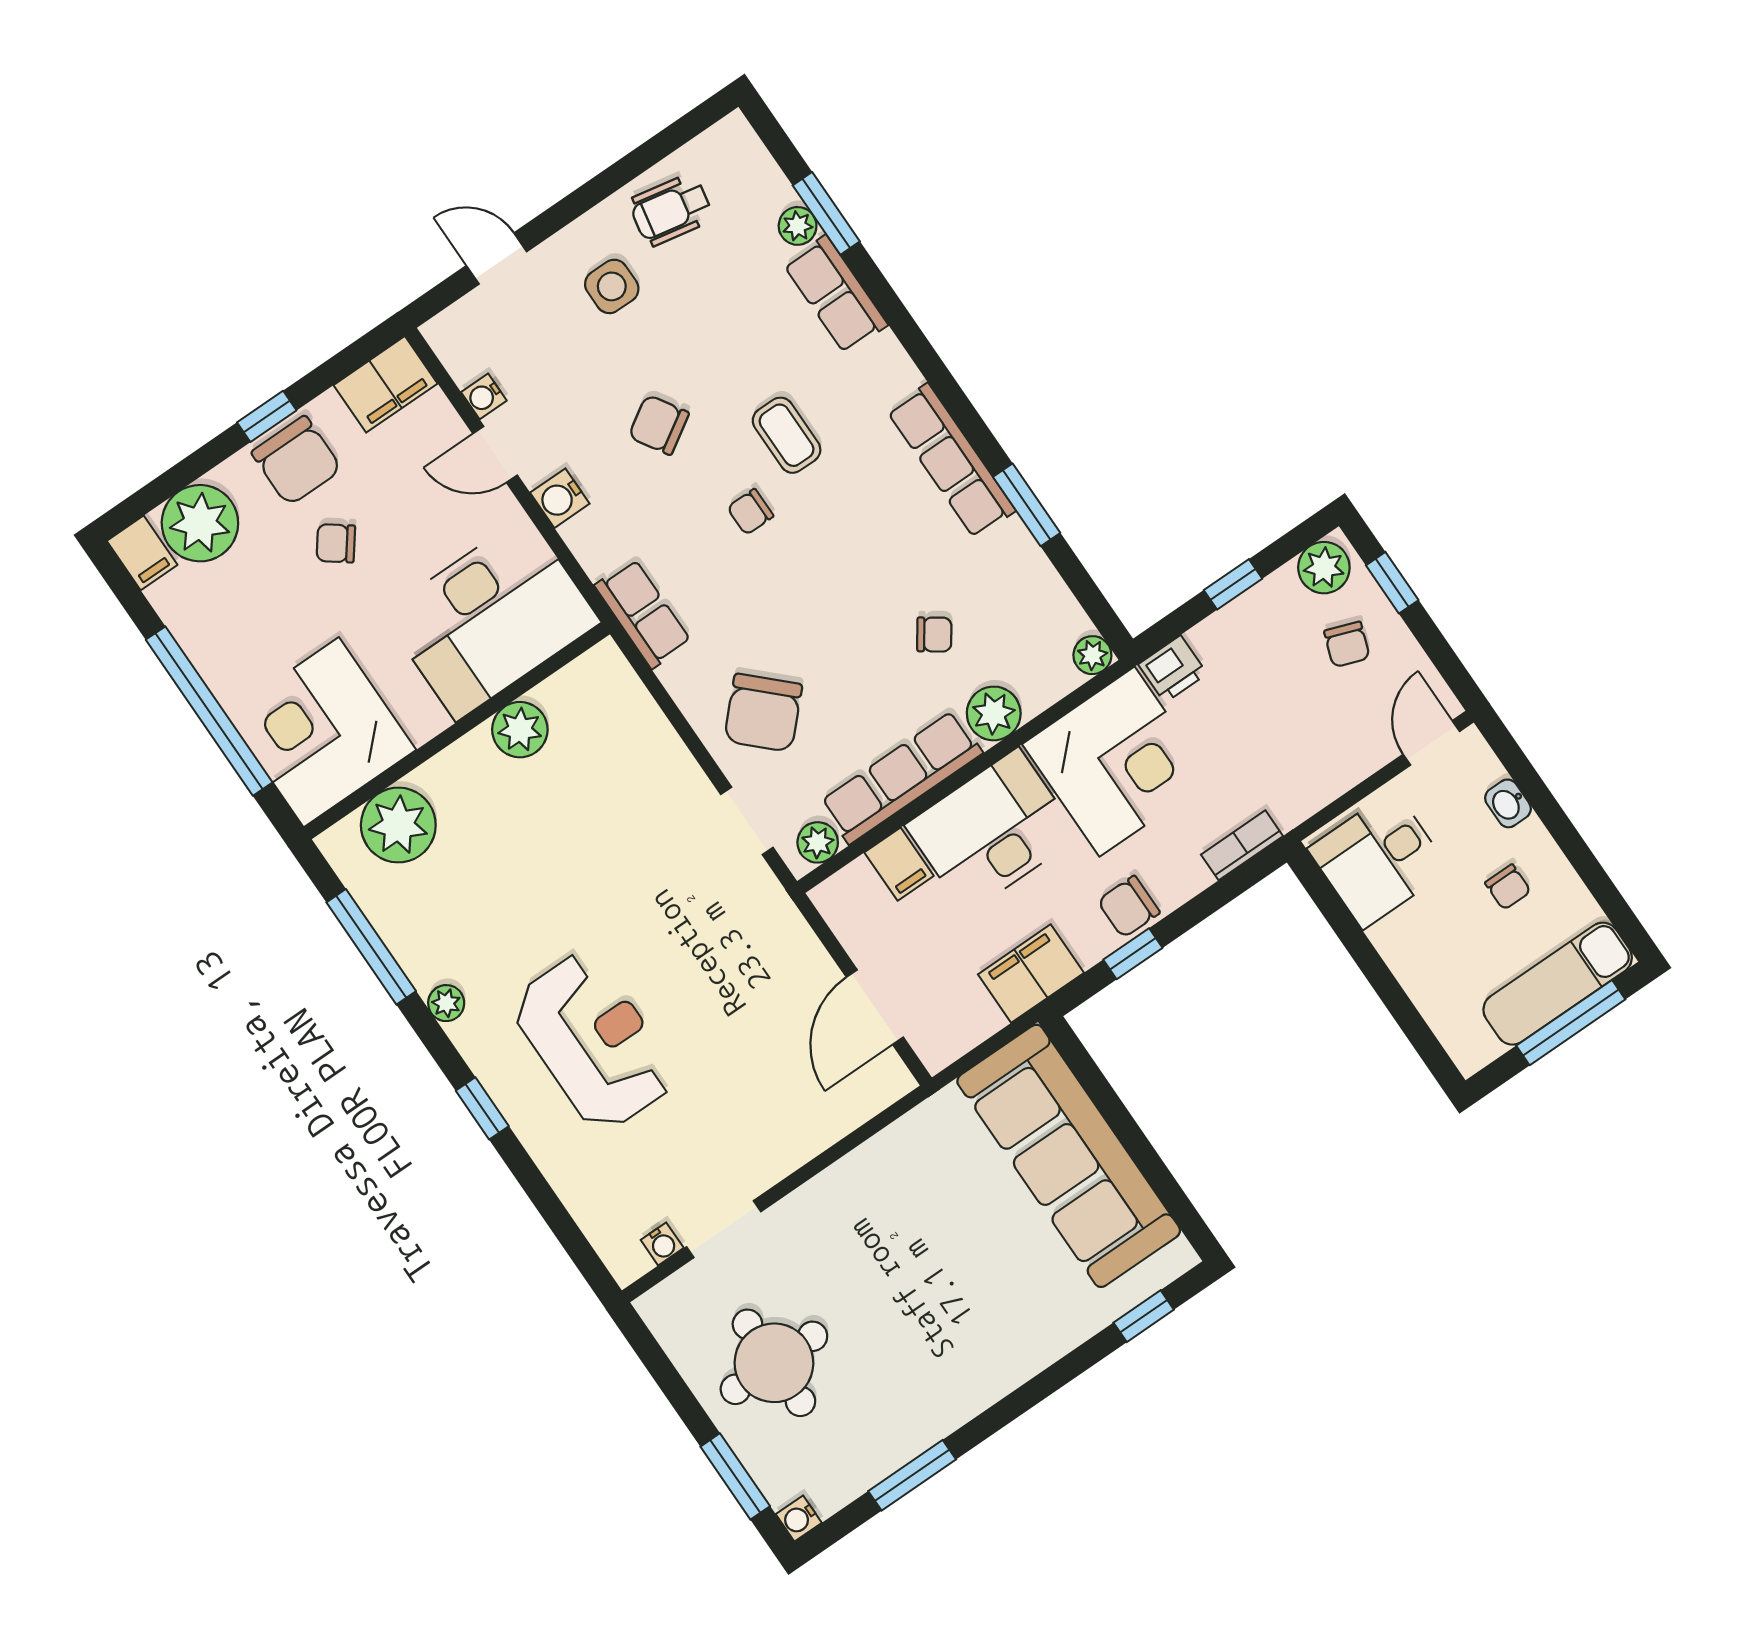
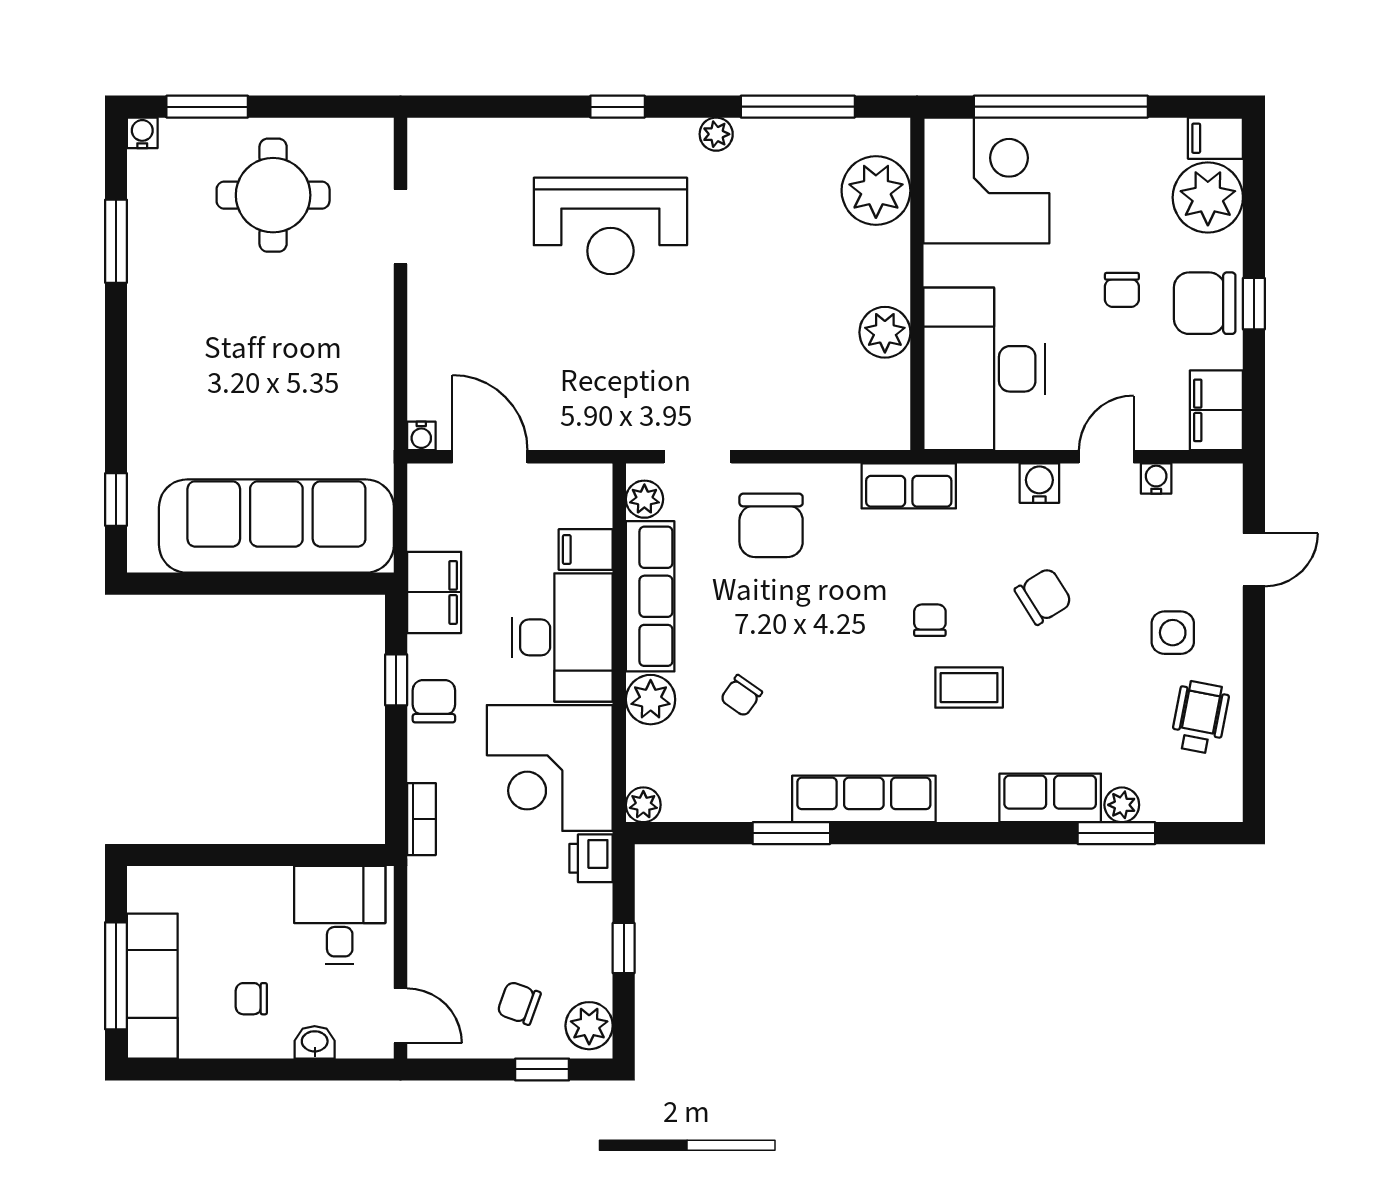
chair: (336, 543) -> (1122, 290), turned 143
chair: (763, 713) -> (771, 525), turned -134
water cooler: (662, 1244) -> (421, 436), moved, turned -90

